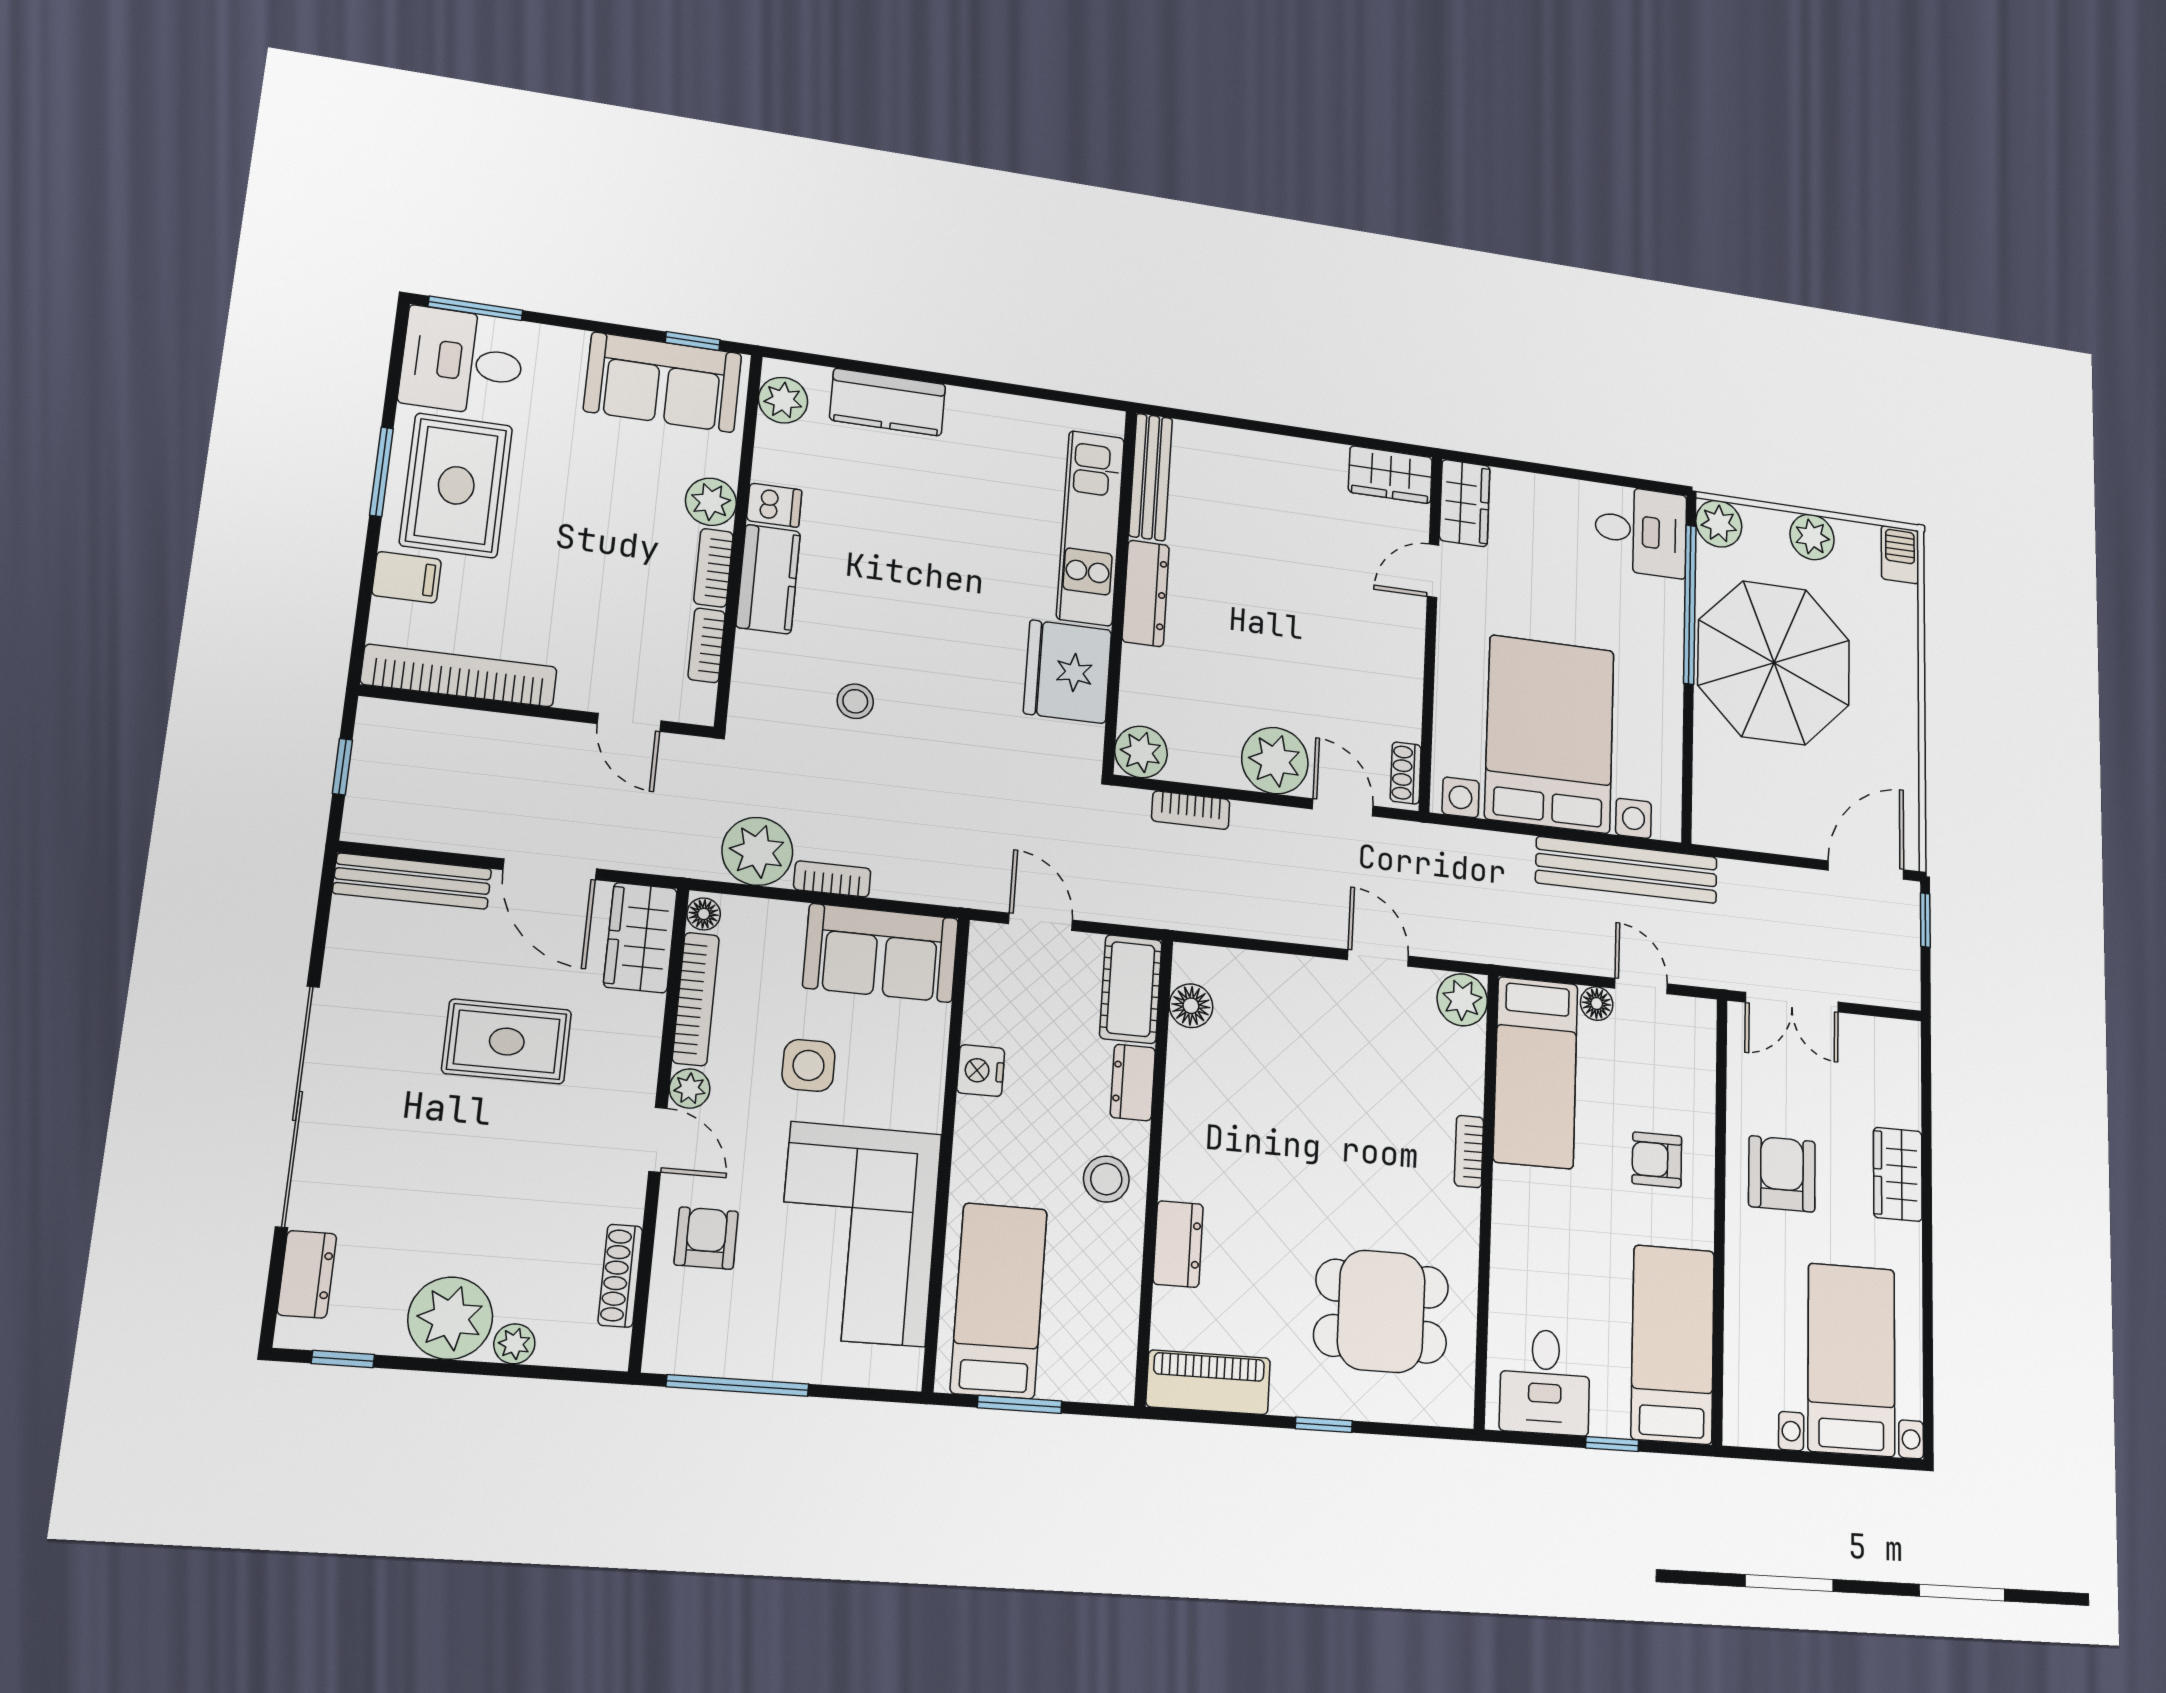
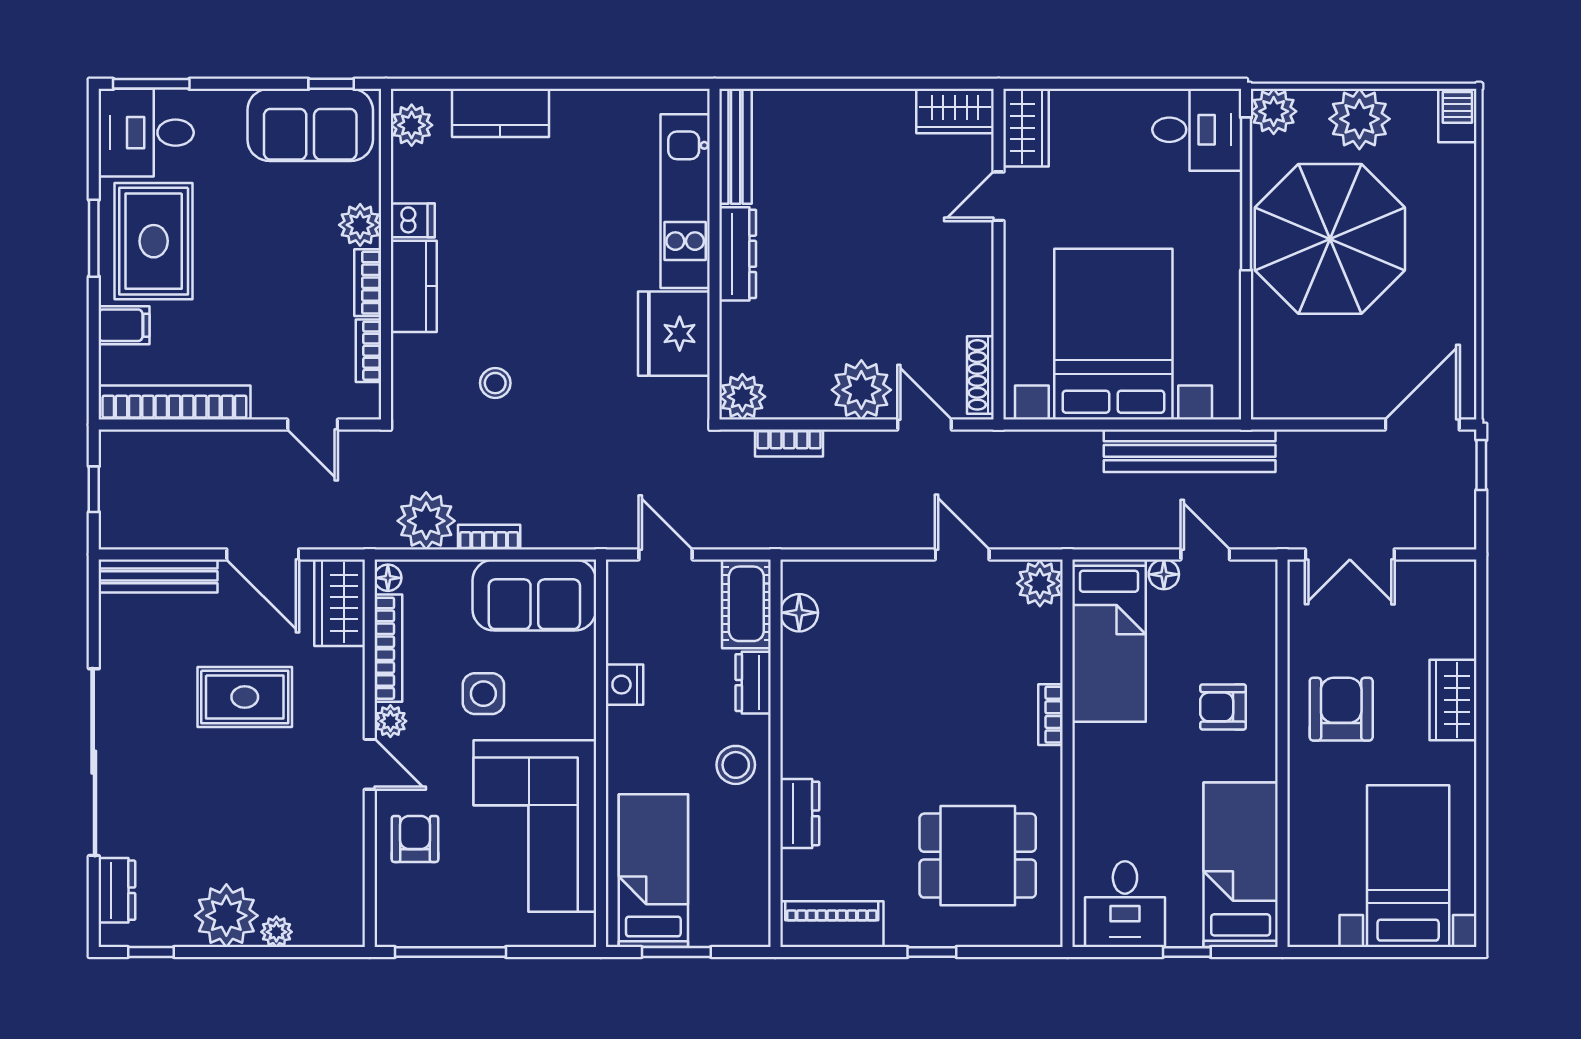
plant: (1812, 537) -> (1359, 119), width x1.36, depth x1.36
shoe rack: (1406, 773) -> (980, 375), width x1.43
shoe rack: (620, 1276) -> (351, 874), removed

